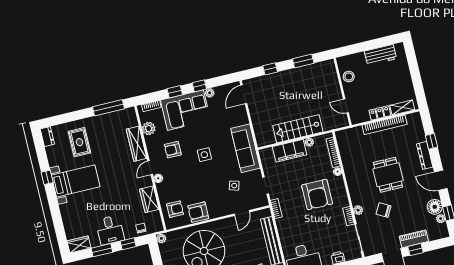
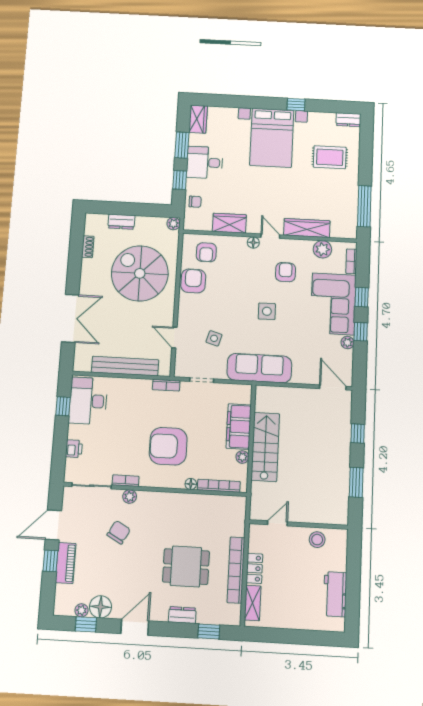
window: (431, 141) -> (209, 632), moved
dresser: (425, 155) -> (182, 615), width x0.70
dining table: (388, 175) -> (186, 566), moved
bed with nightstands: (76, 181) -> (272, 138), width x1.36

